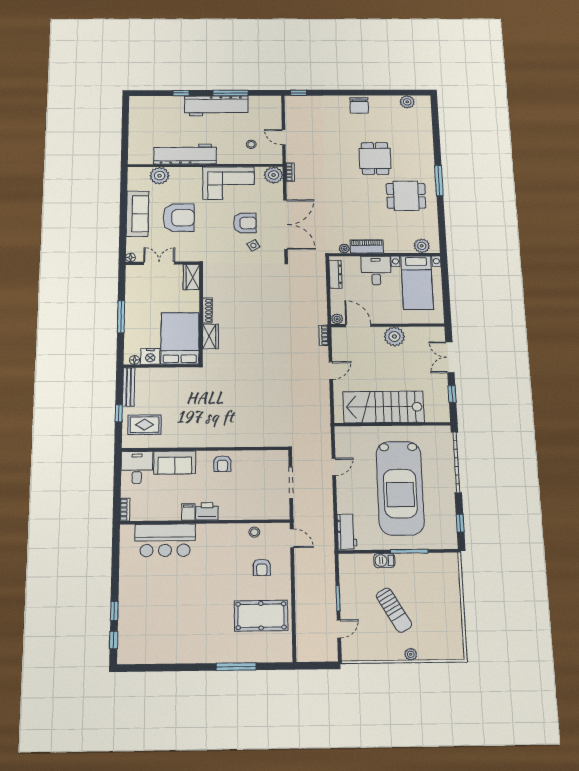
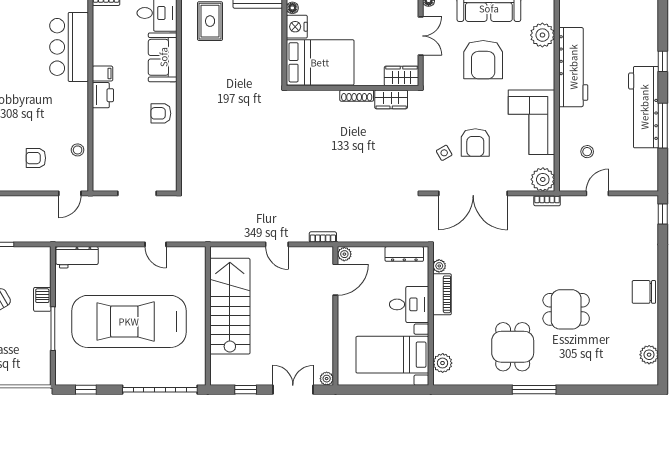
wardrobe: (210, 336) -> (391, 99), moved
plant: (394, 336) -> (327, 379), moved, width x0.53, depth x0.53

